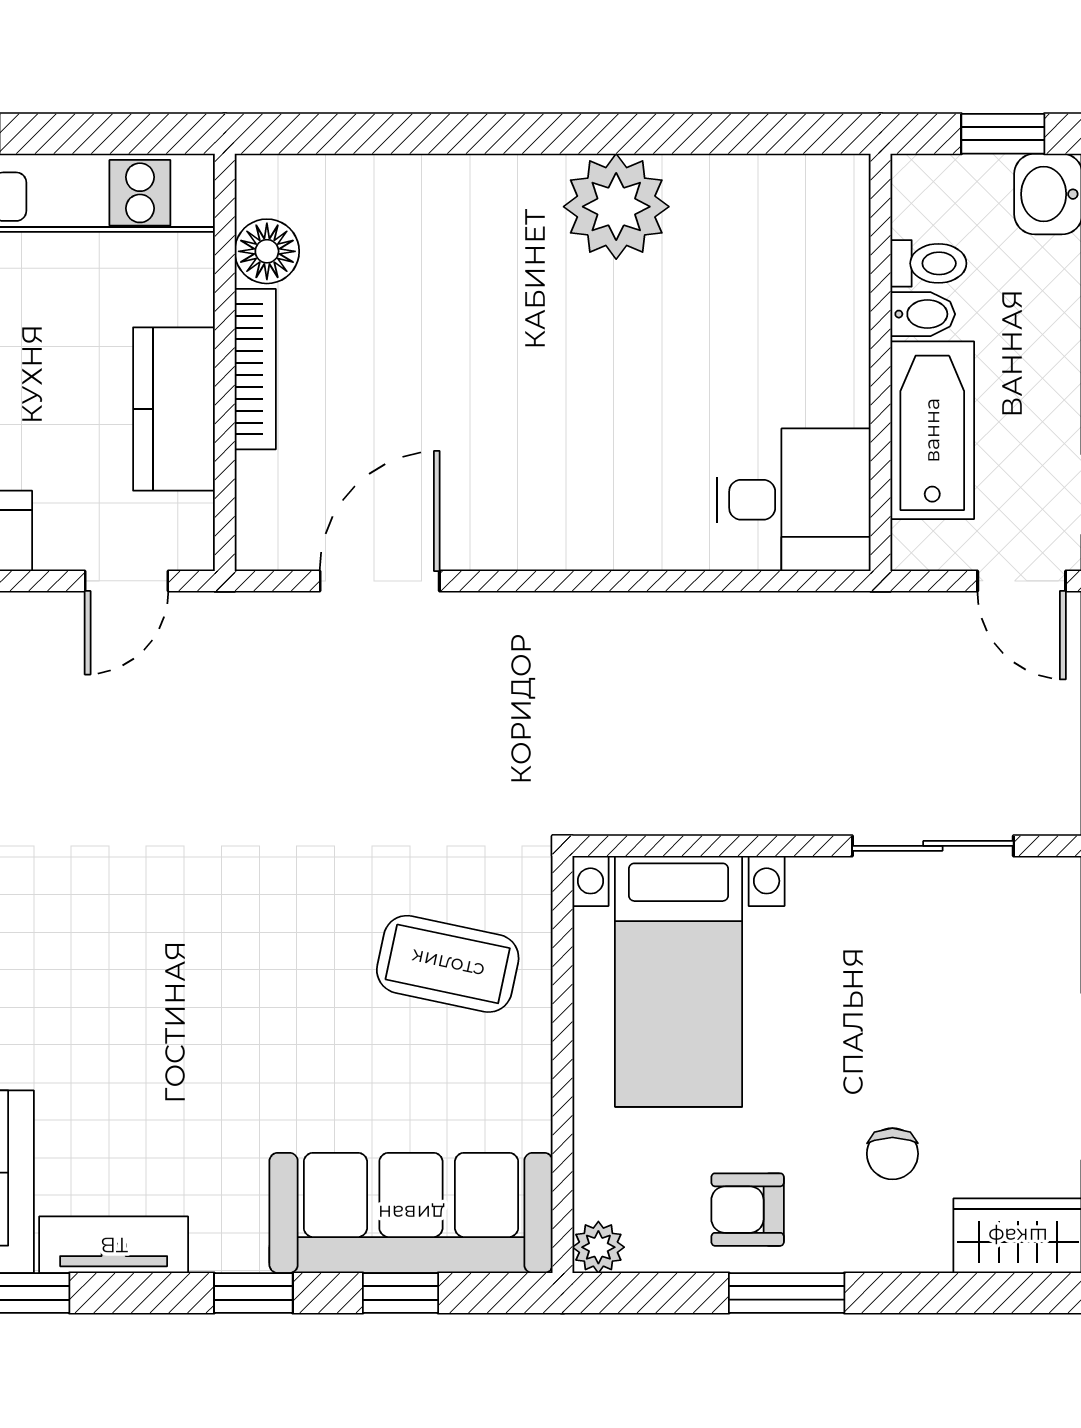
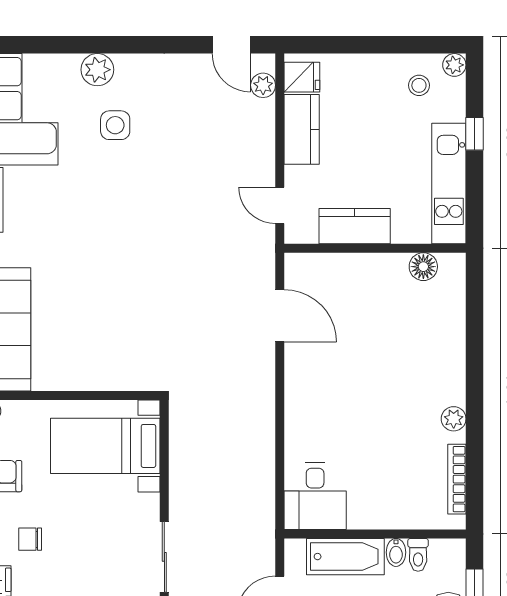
plant: (616, 207) -> (454, 419), width x0.53, depth x0.53
bookcase: (255, 369) -> (457, 479), moved, turned 90
coffee table: (448, 964) -> (113, 345), removed

